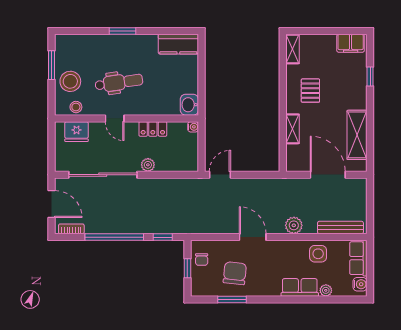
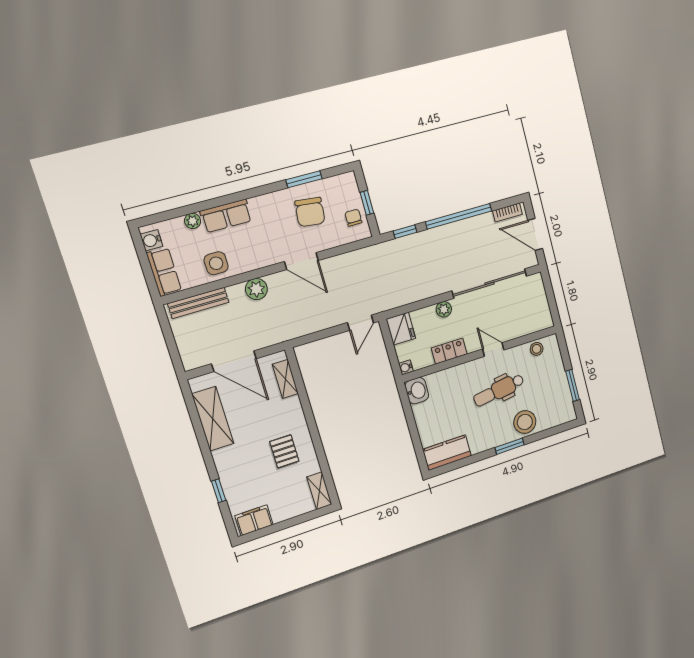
stool: (70, 81) -> (525, 422), moved
shelving: (292, 129) -> (285, 379), moved
fridge: (77, 132) -> (401, 329), moved, turned 90

